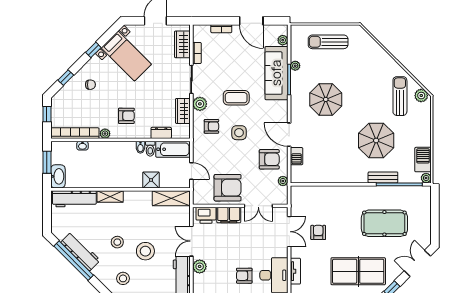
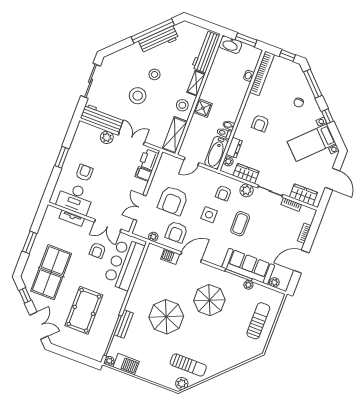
window: (66, 78) -> (313, 84), width x2.17
plant: (105, 134) -> (228, 161), moved
parasol: (376, 140) -> (166, 317), moved
shower: (151, 180) -> (203, 108), moved
armchair: (228, 188) -> (173, 201), moved
bar counter: (322, 200) -> (124, 264), added
filing cabinet: (229, 215) -> (144, 174), width x0.50
armchair: (318, 232) -> (98, 250), turned 90
stool: (123, 278) -> (182, 105), moved

